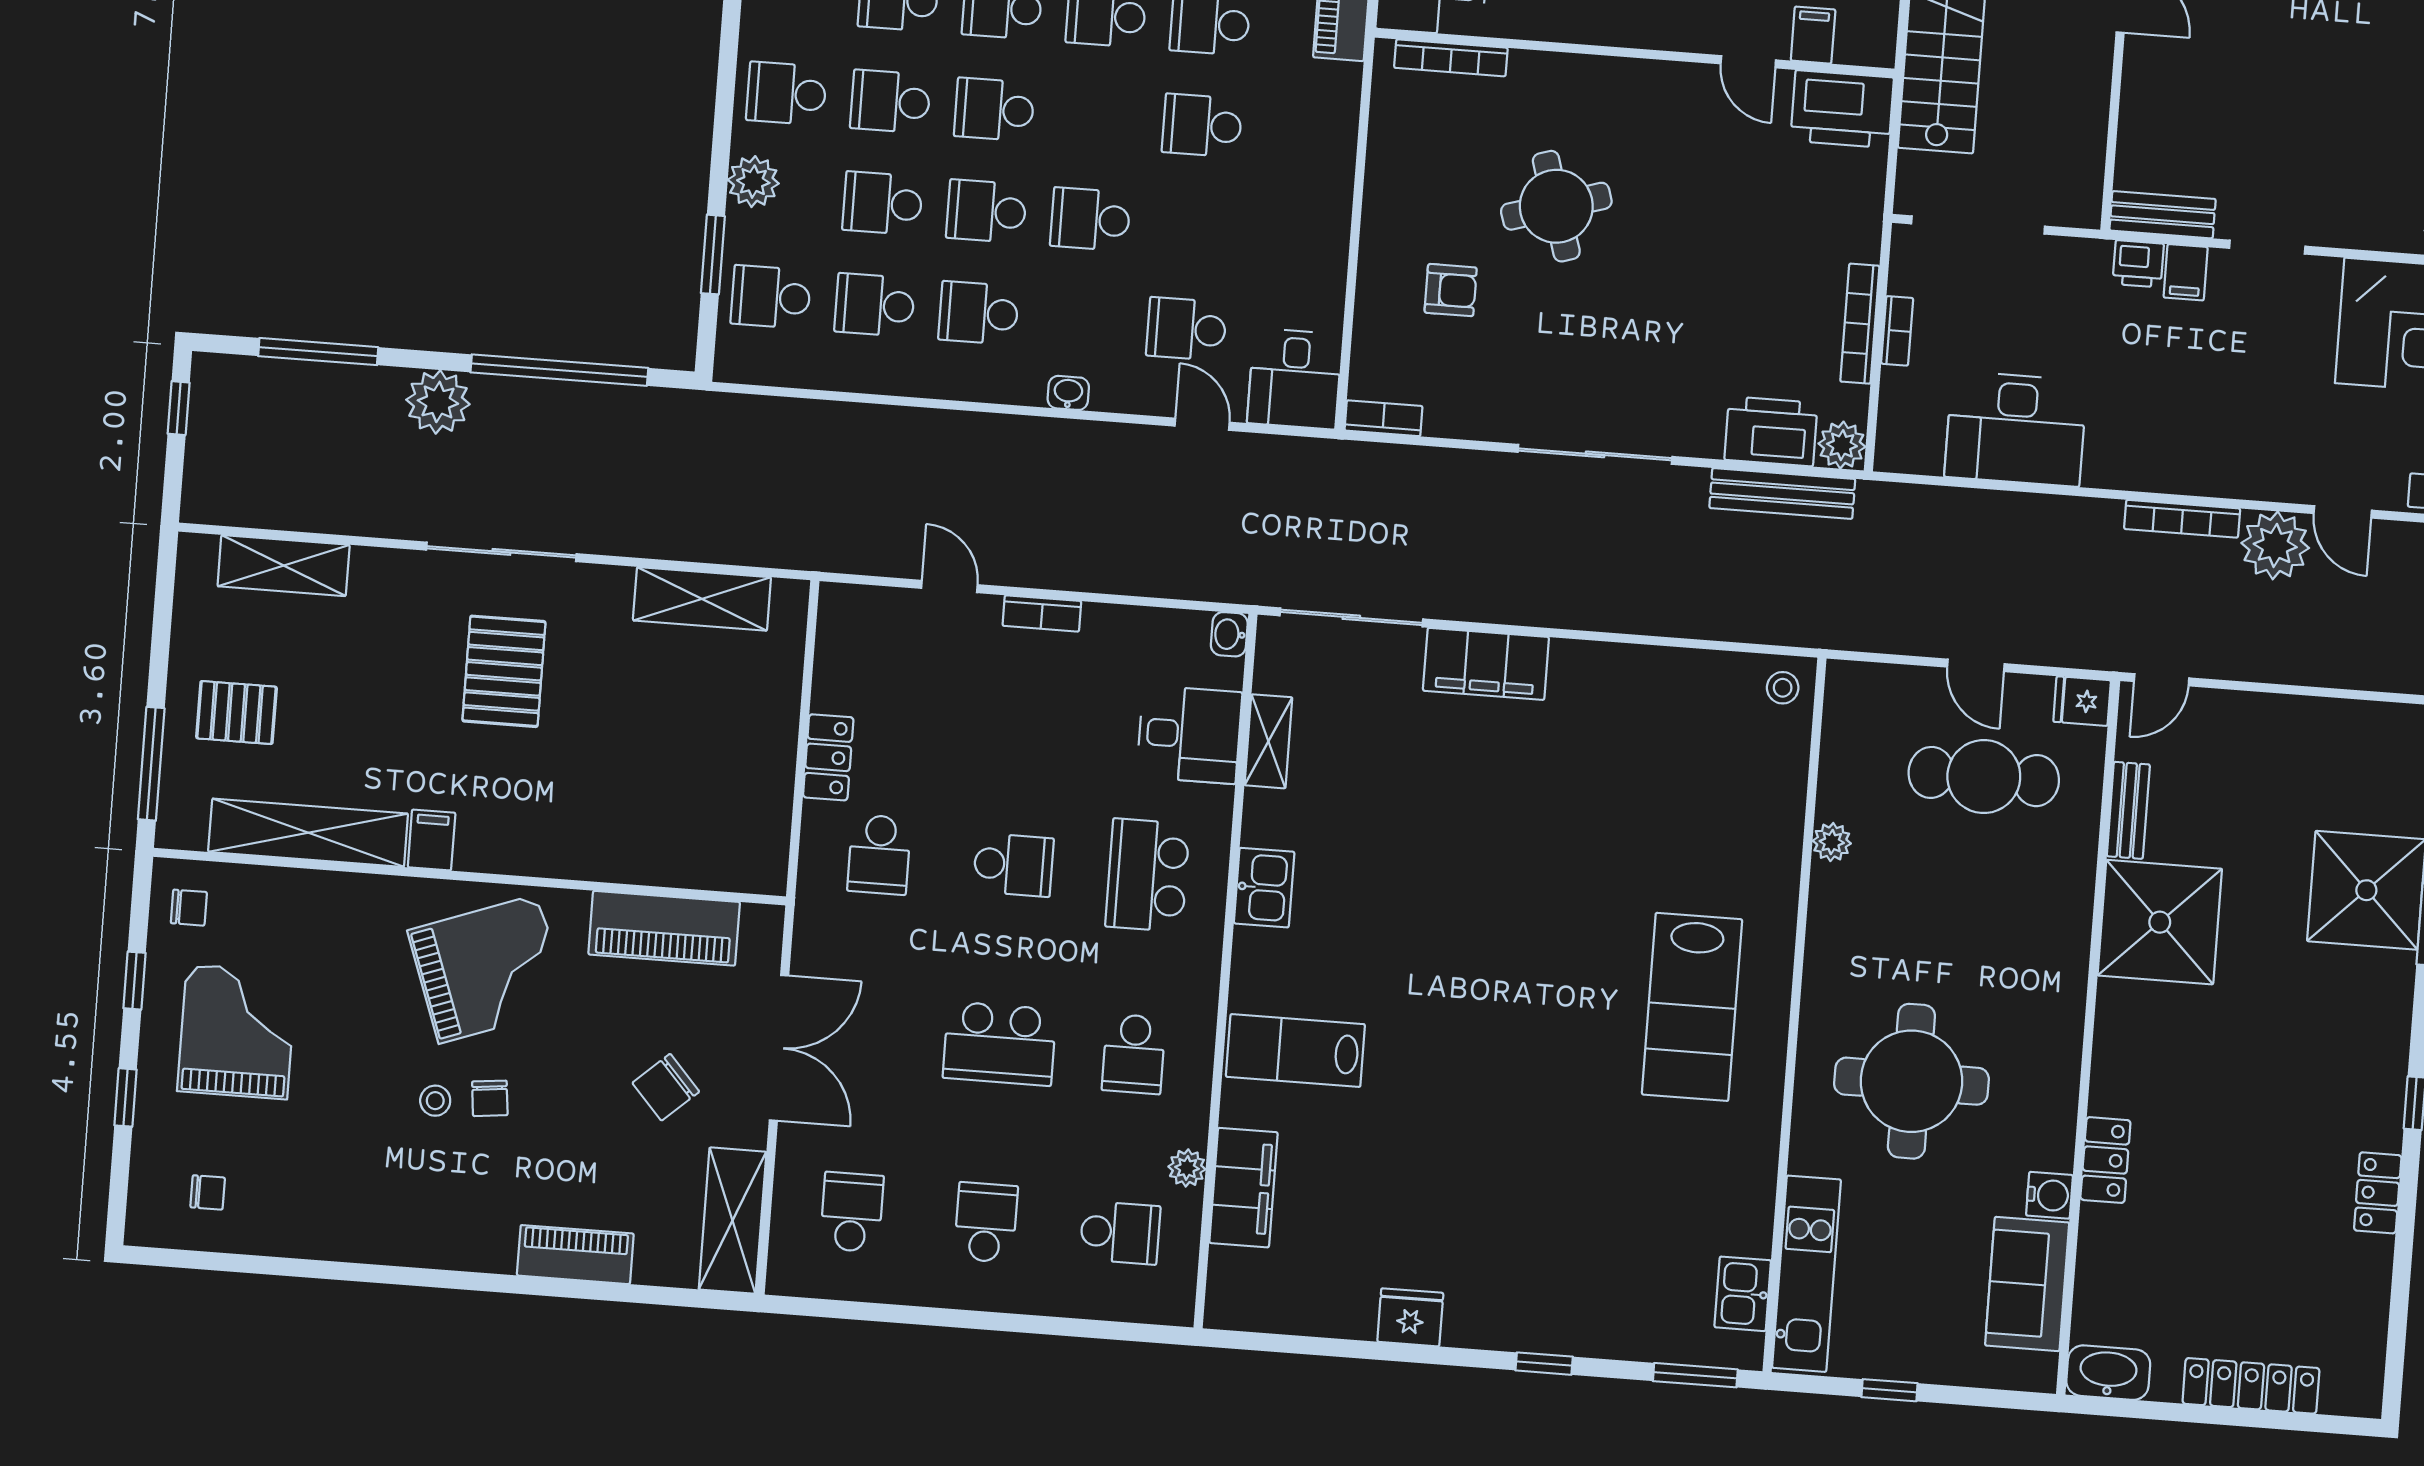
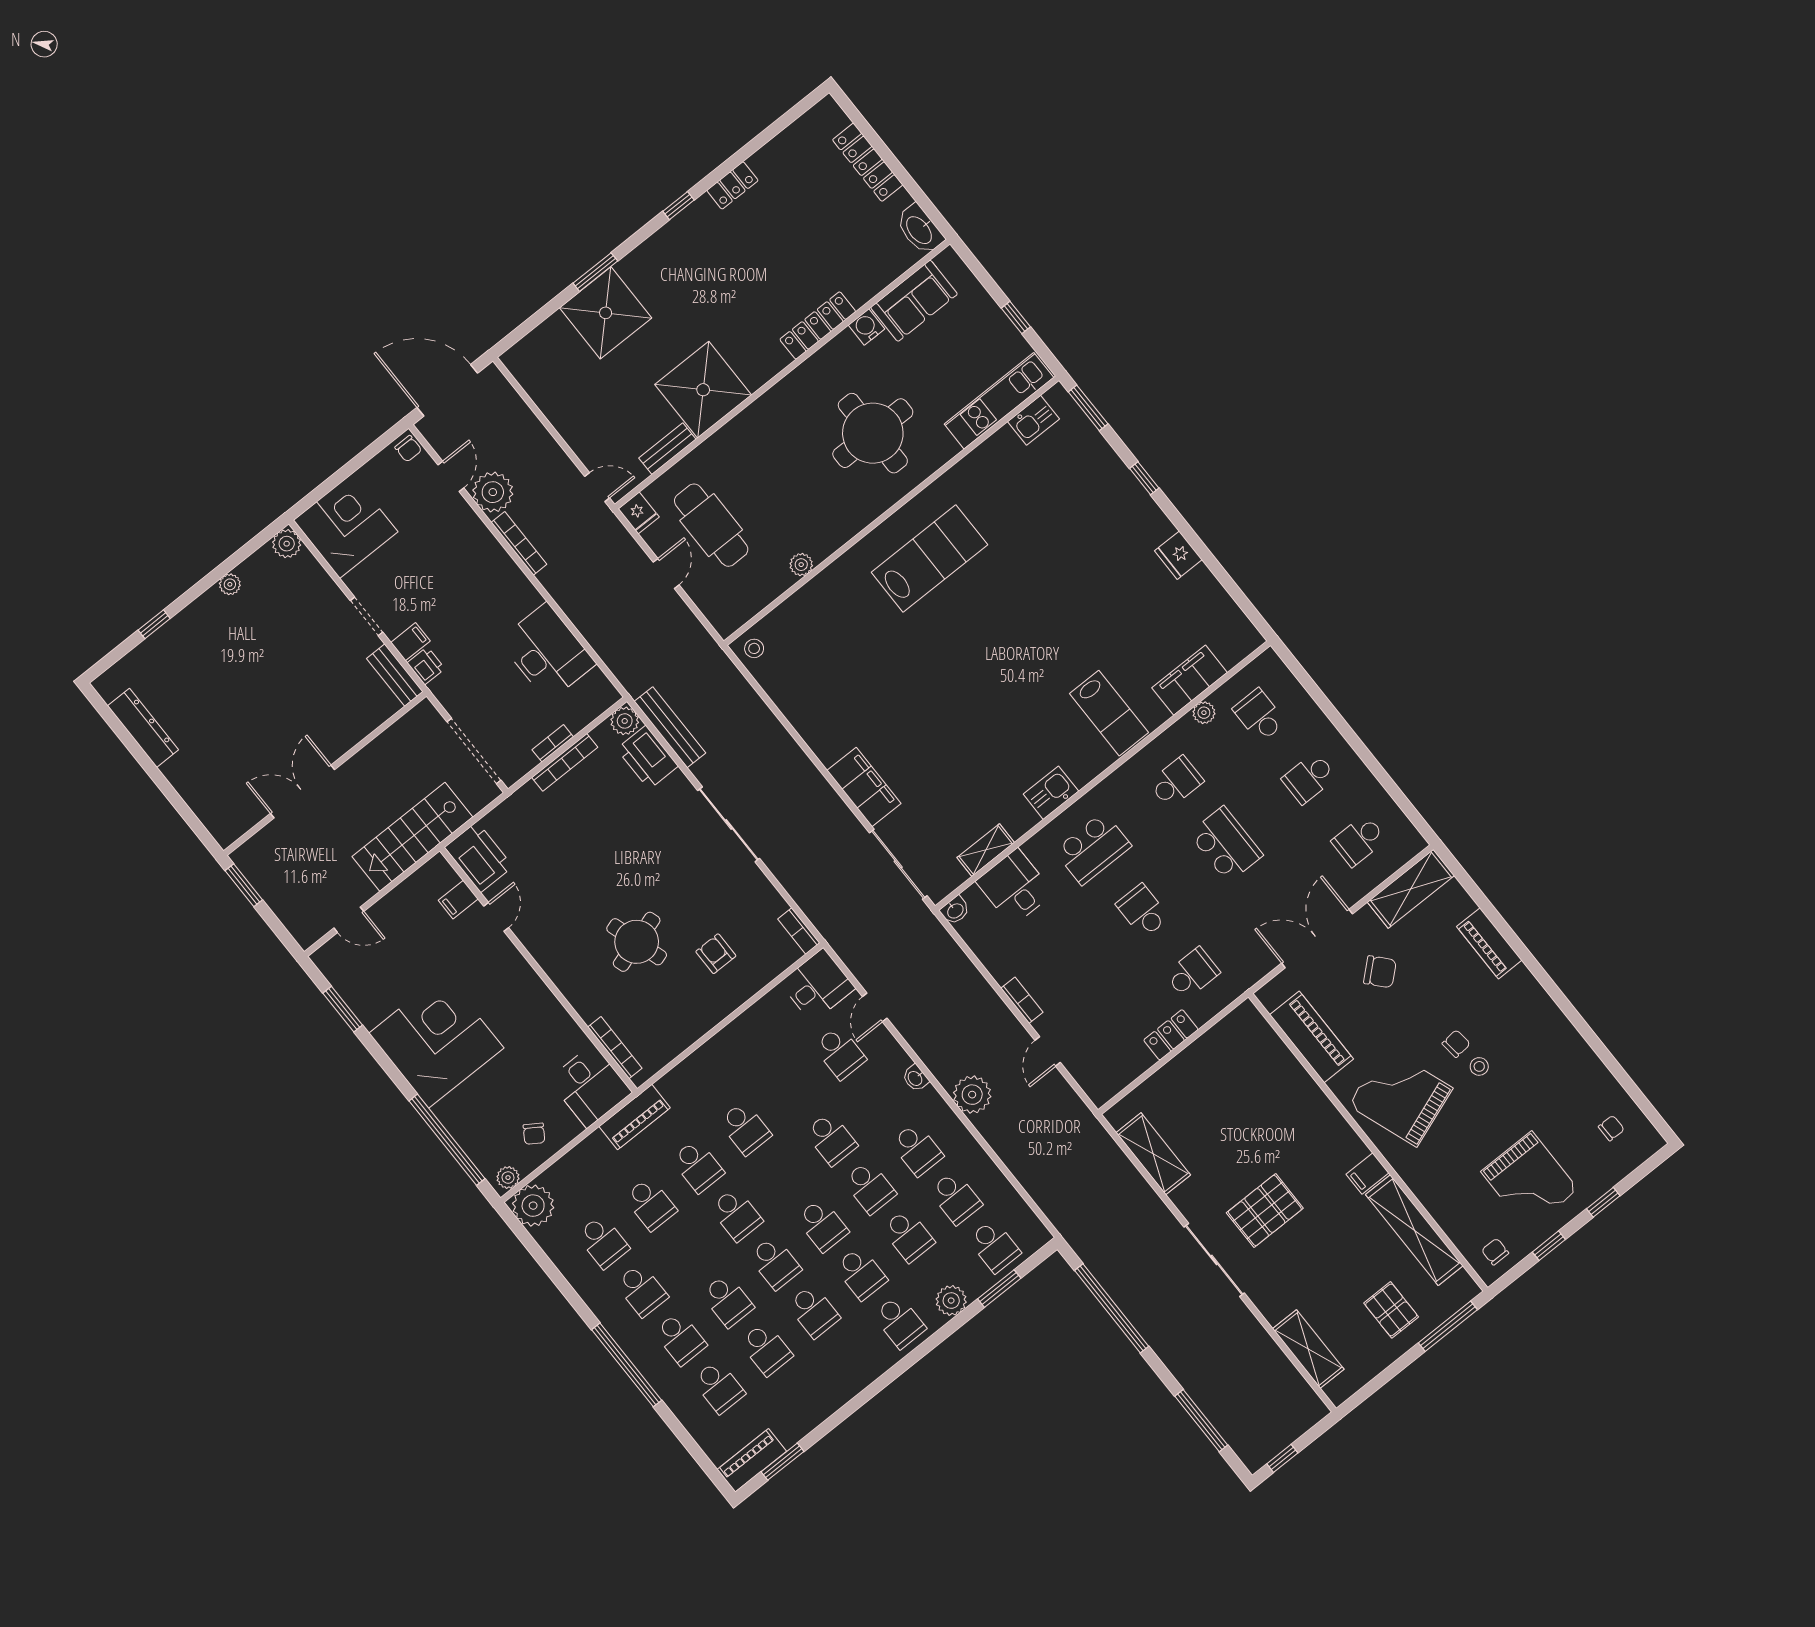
plant: (438, 402) -> (972, 1095), moved
grand piano: (237, 1032) -> (1530, 1181), turned -90
locker: (2105, 1160) -> (818, 325), width x1.53
chair: (208, 1192) -> (1611, 1128), turned 90

